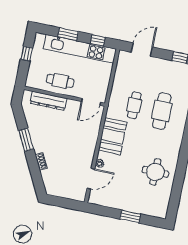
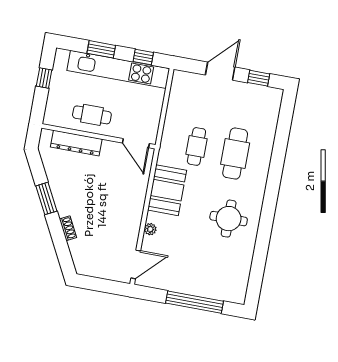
door: (142, 50) -> (220, 71), moved
door: (91, 102) -> (136, 143), hinge flipped
round table: (155, 172) -> (229, 219), moved
door: (91, 179) -> (136, 264), moved
window: (130, 216) -> (195, 302), width x2.11

